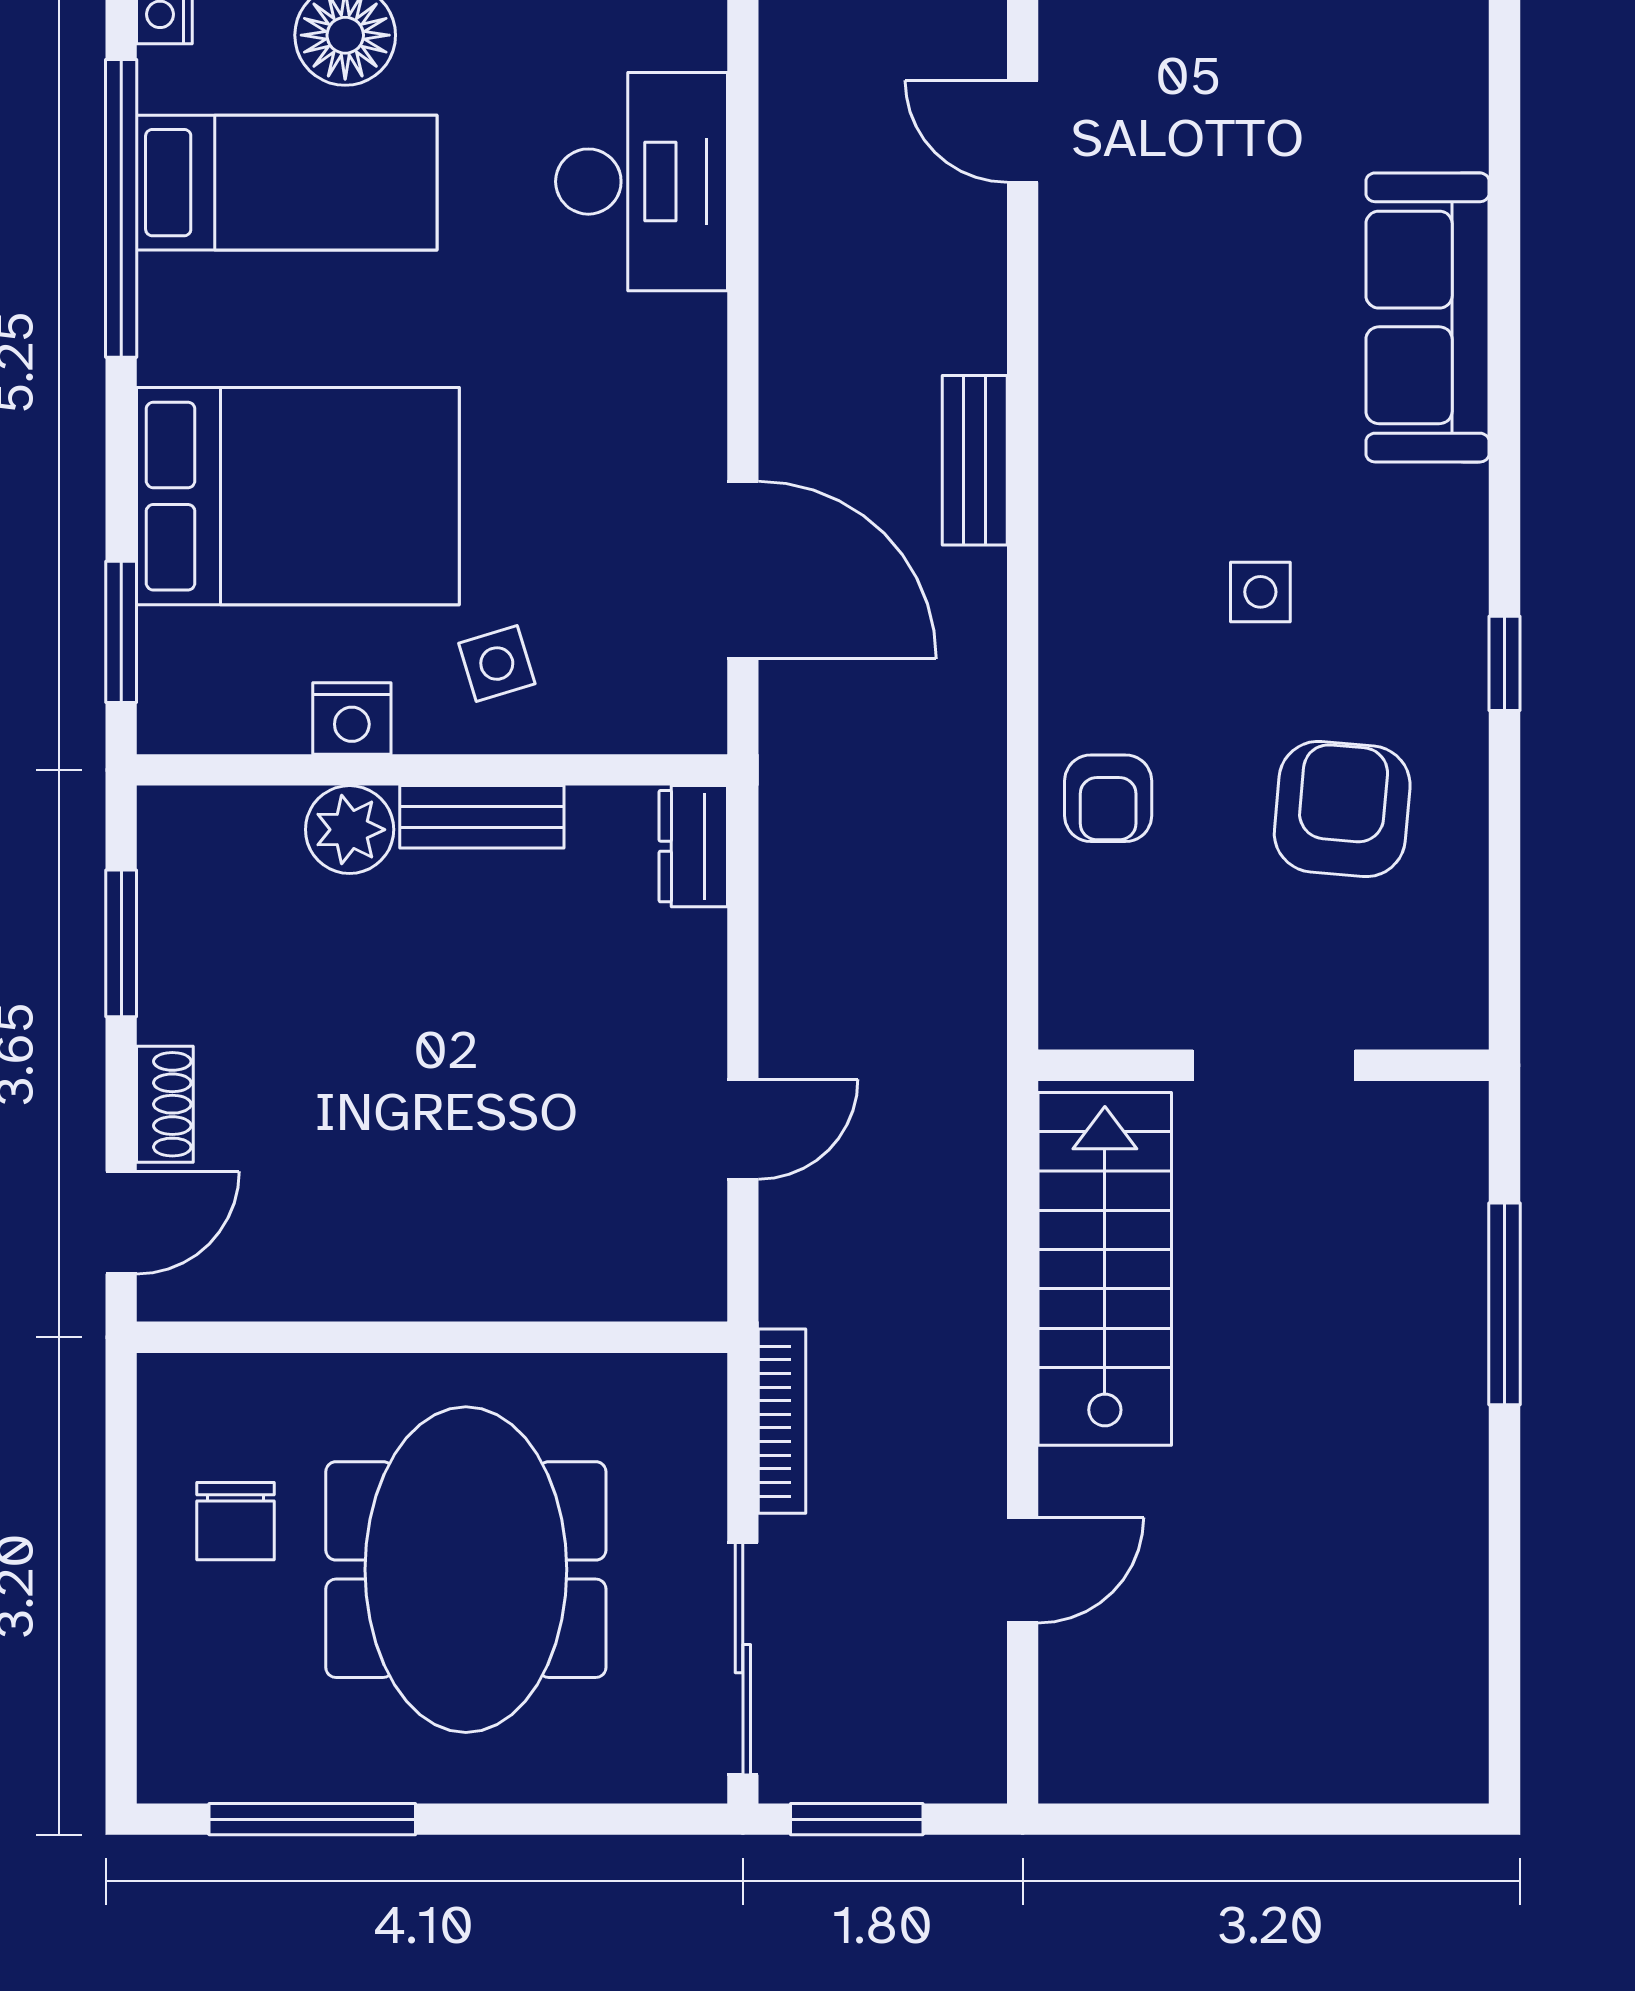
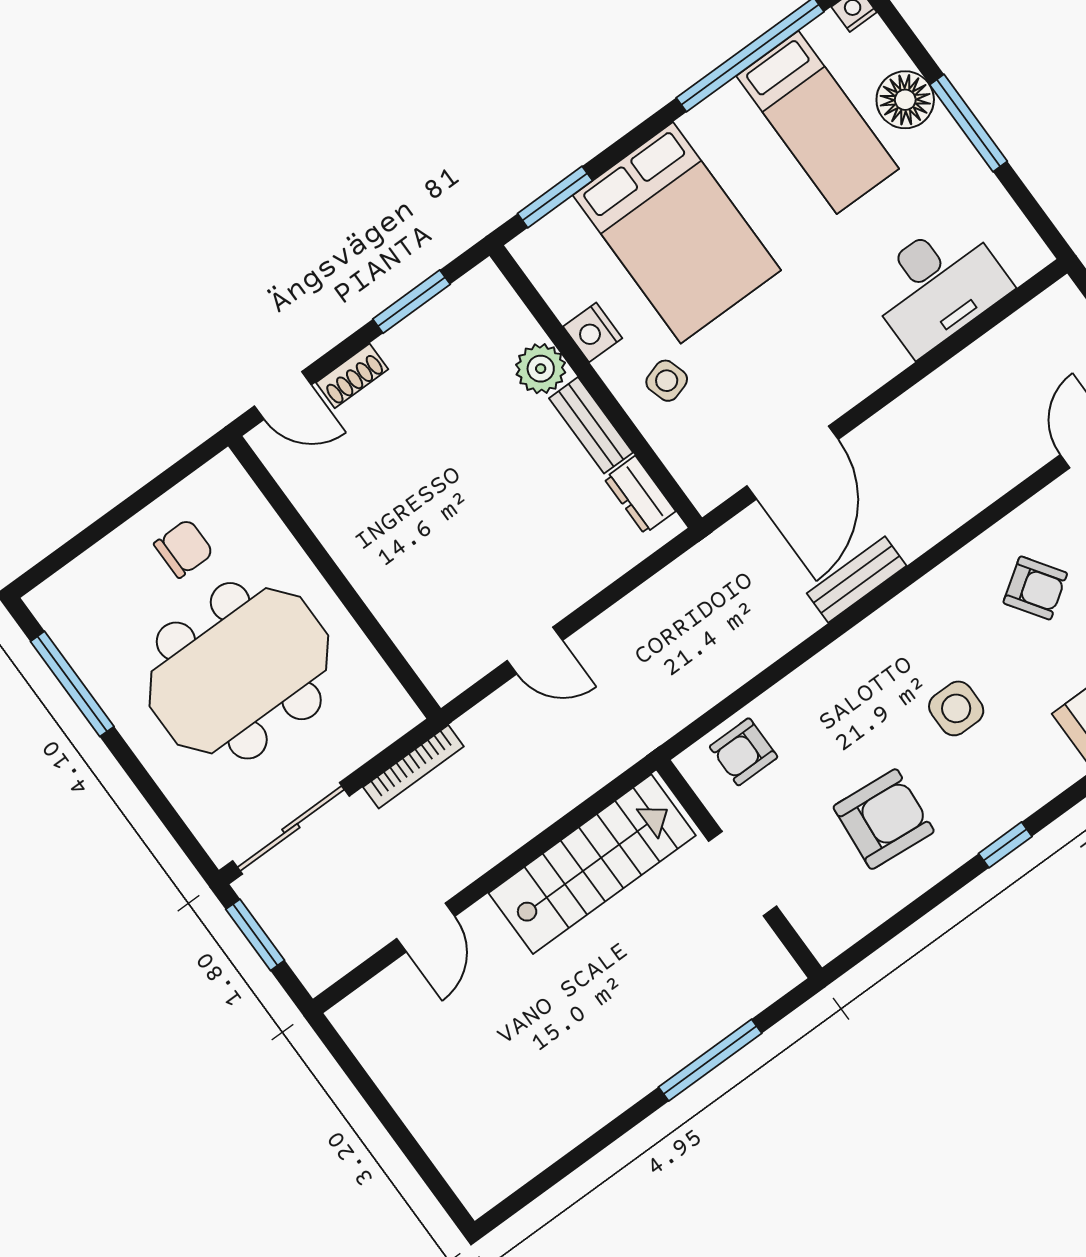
armchair: (1171, 355) -> (1035, 588), added
bench: (975, 460) -> (857, 579), moved
side table: (1260, 592) -> (956, 708), width x1.37, depth x1.37
armchair: (1108, 798) -> (744, 752), moved
dresser: (693, 846) -> (640, 495), moved, turned -90
chair: (235, 1521) -> (184, 548), turned 180
door: (1023, 1570) -> (426, 928), hinge flipped

